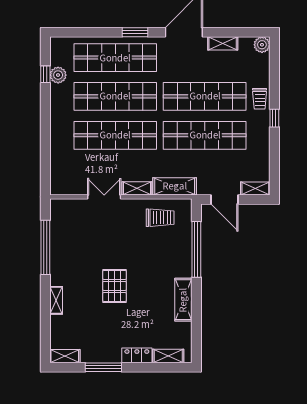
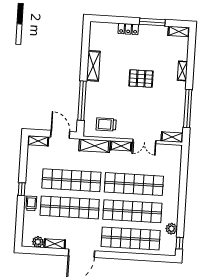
window: (135, 32) -> (116, 255), removed
plant: (262, 45) -> (38, 242), moved
window: (45, 74) -> (179, 243), moved
pallet: (115, 286) -> (141, 78), turned 90
shelving: (168, 356) -> (172, 137), moved

